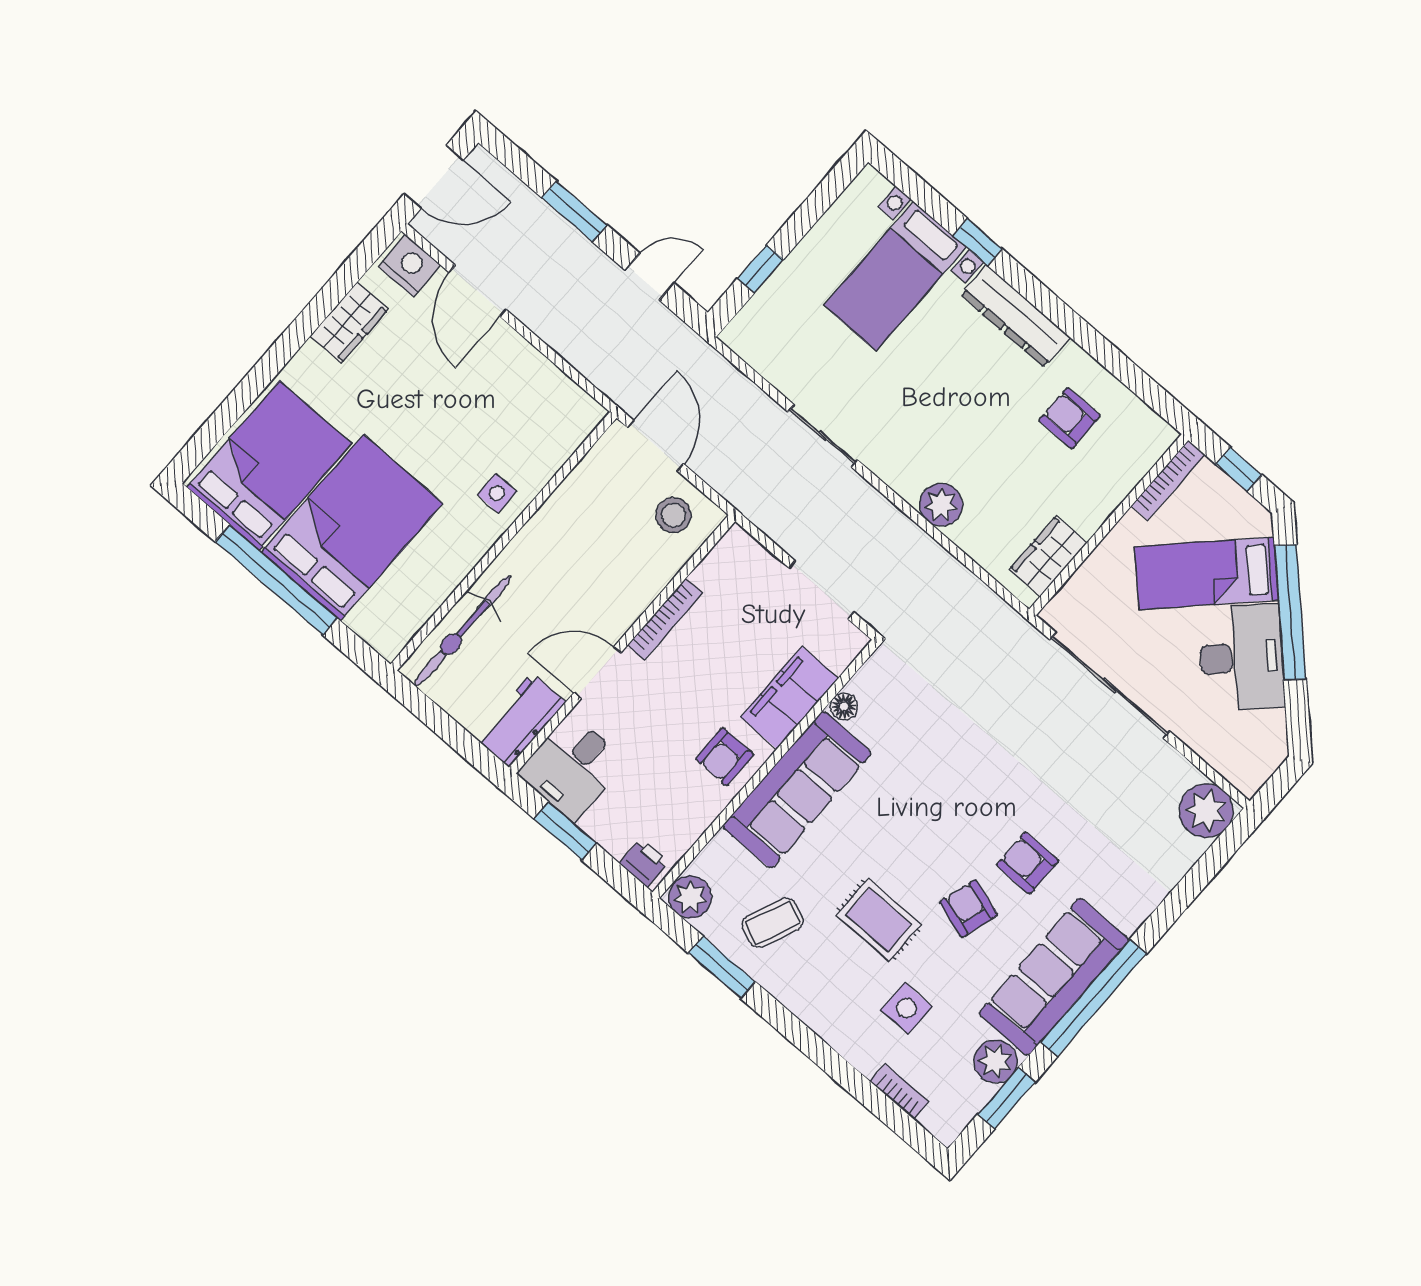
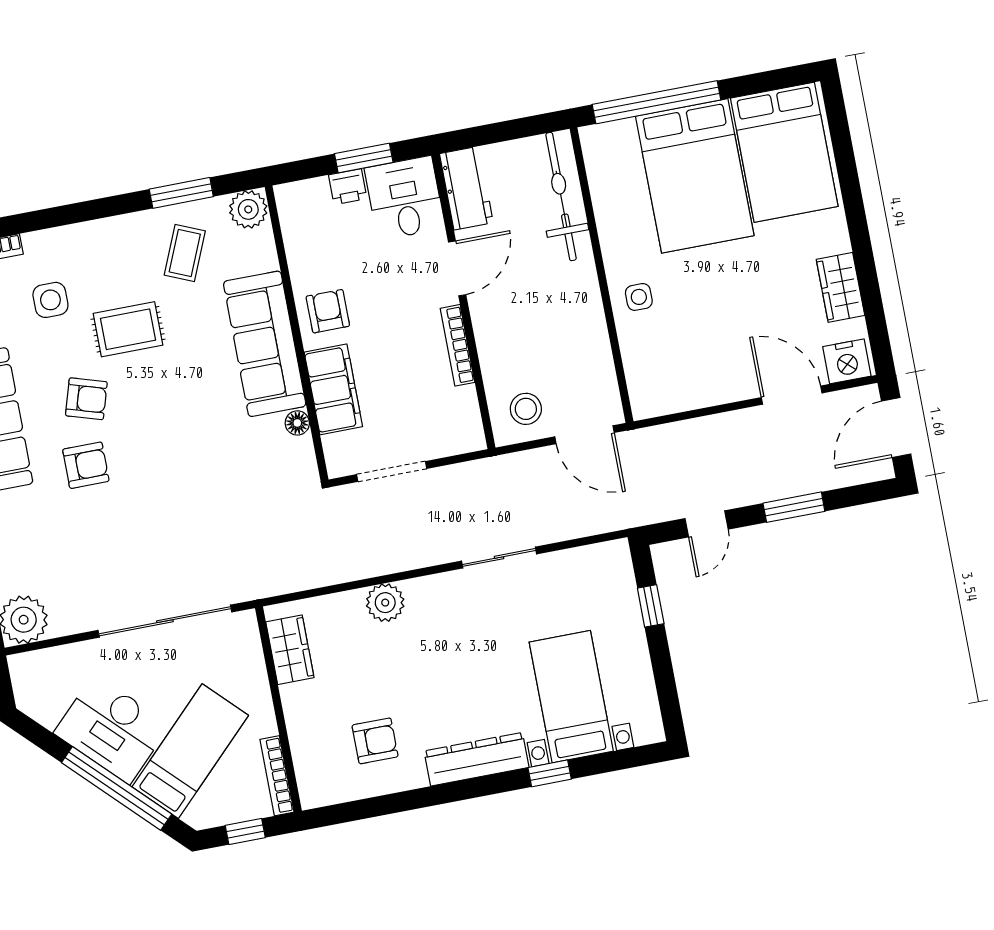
window: (276, 580) -> (657, 102), moved
printer: (644, 863) -> (348, 187), moved

